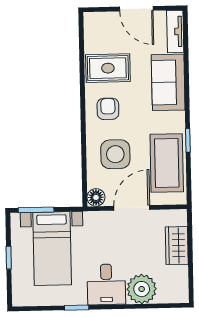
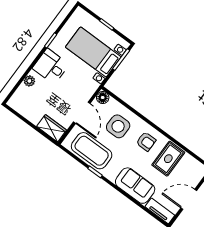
wardrobe: (177, 246) -> (52, 128), moved
plant: (142, 289) -> (29, 81), width x0.53, depth x0.53

